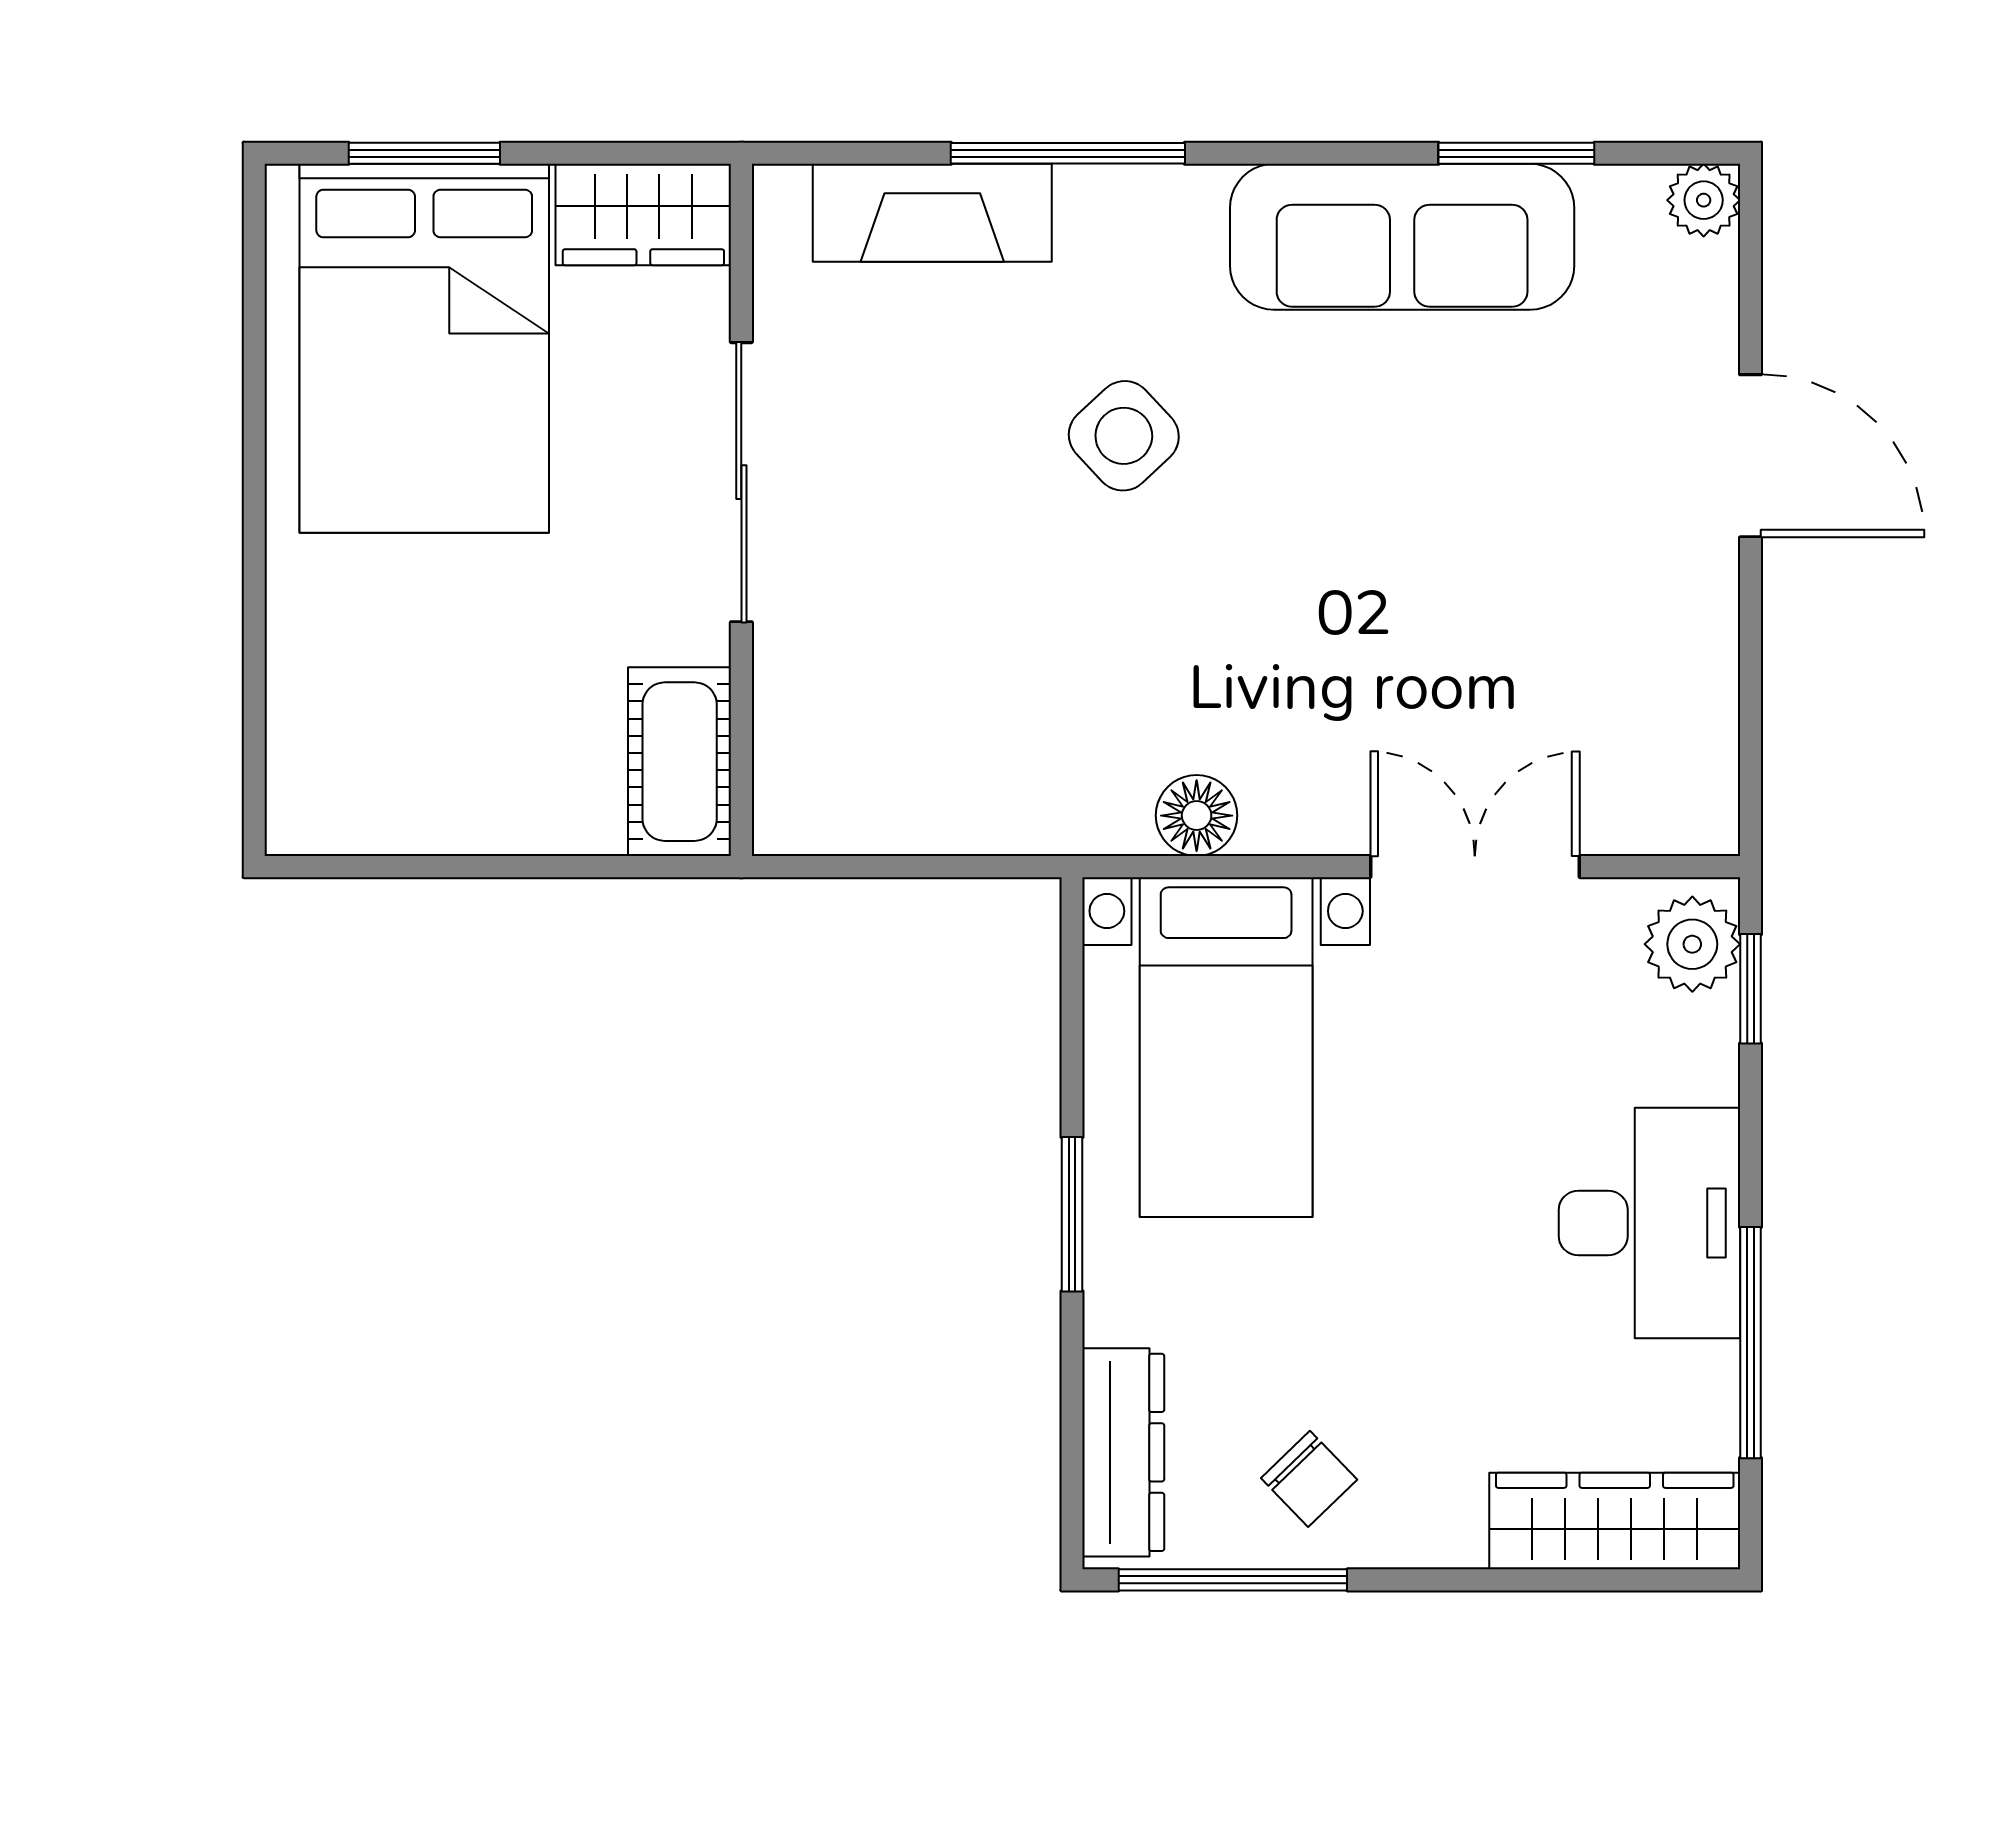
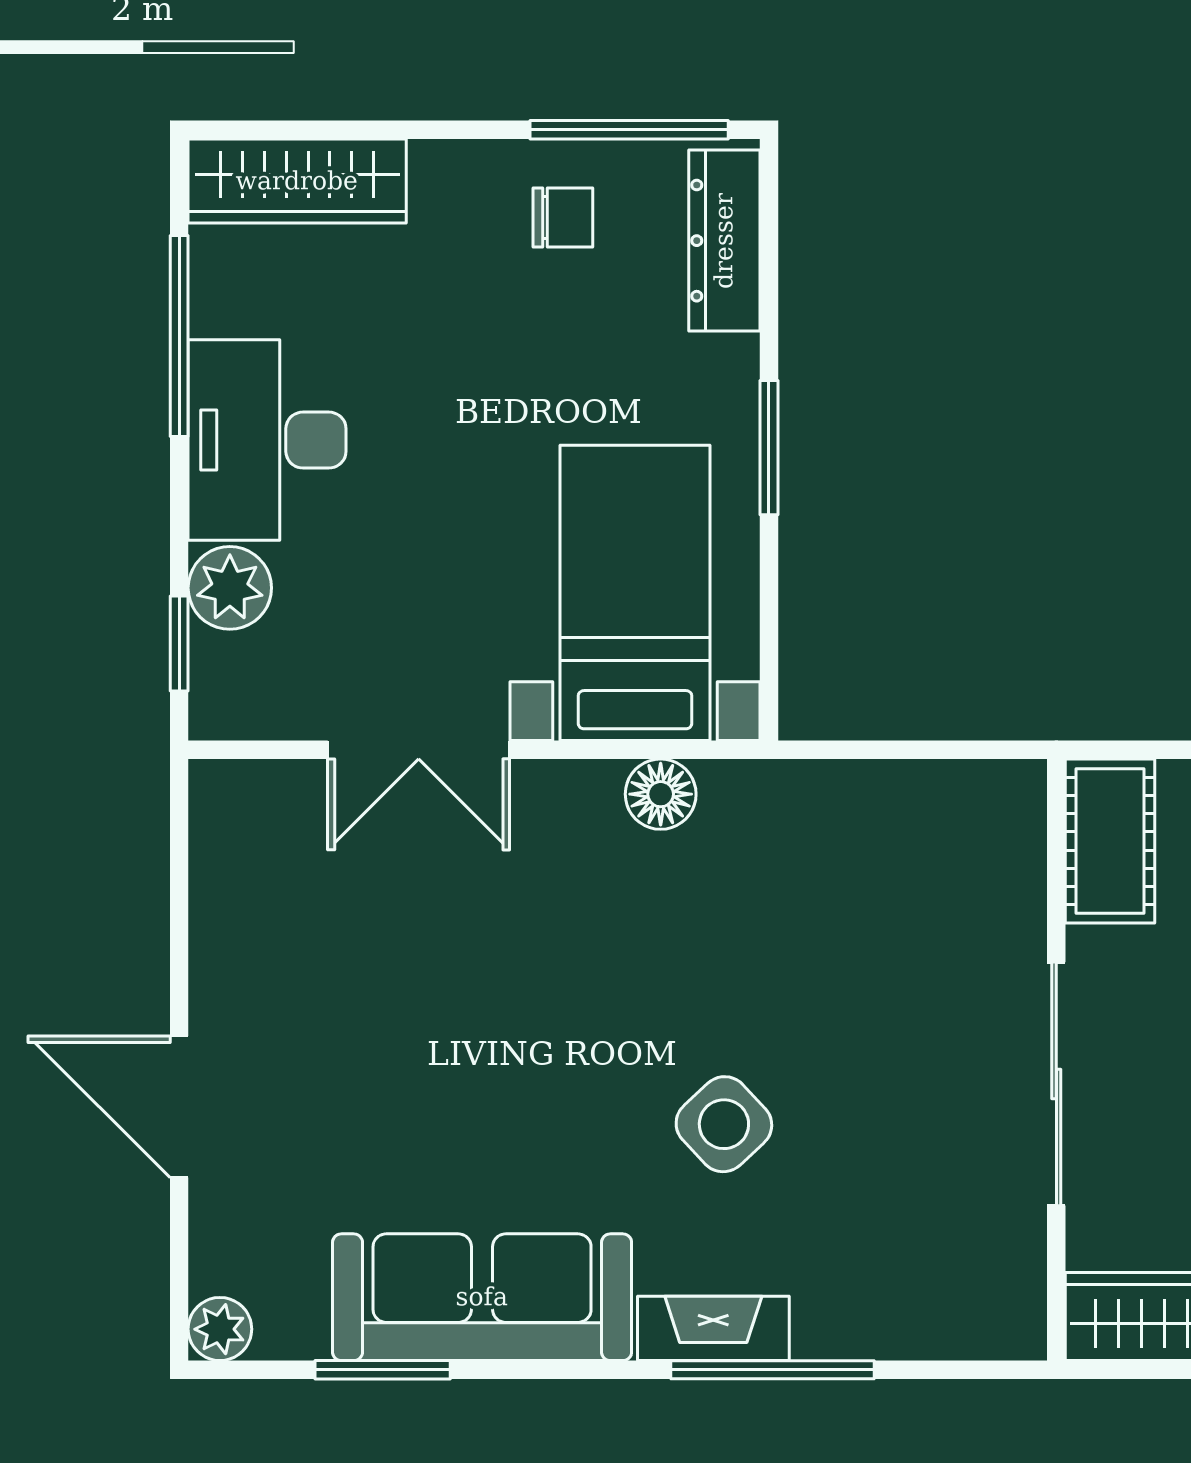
fireplace: (932, 213) -> (713, 1328), moved, width x0.73, depth x0.76
plant: (1692, 944) -> (230, 588), moved
chair: (1309, 1479) -> (563, 218), turned 134

